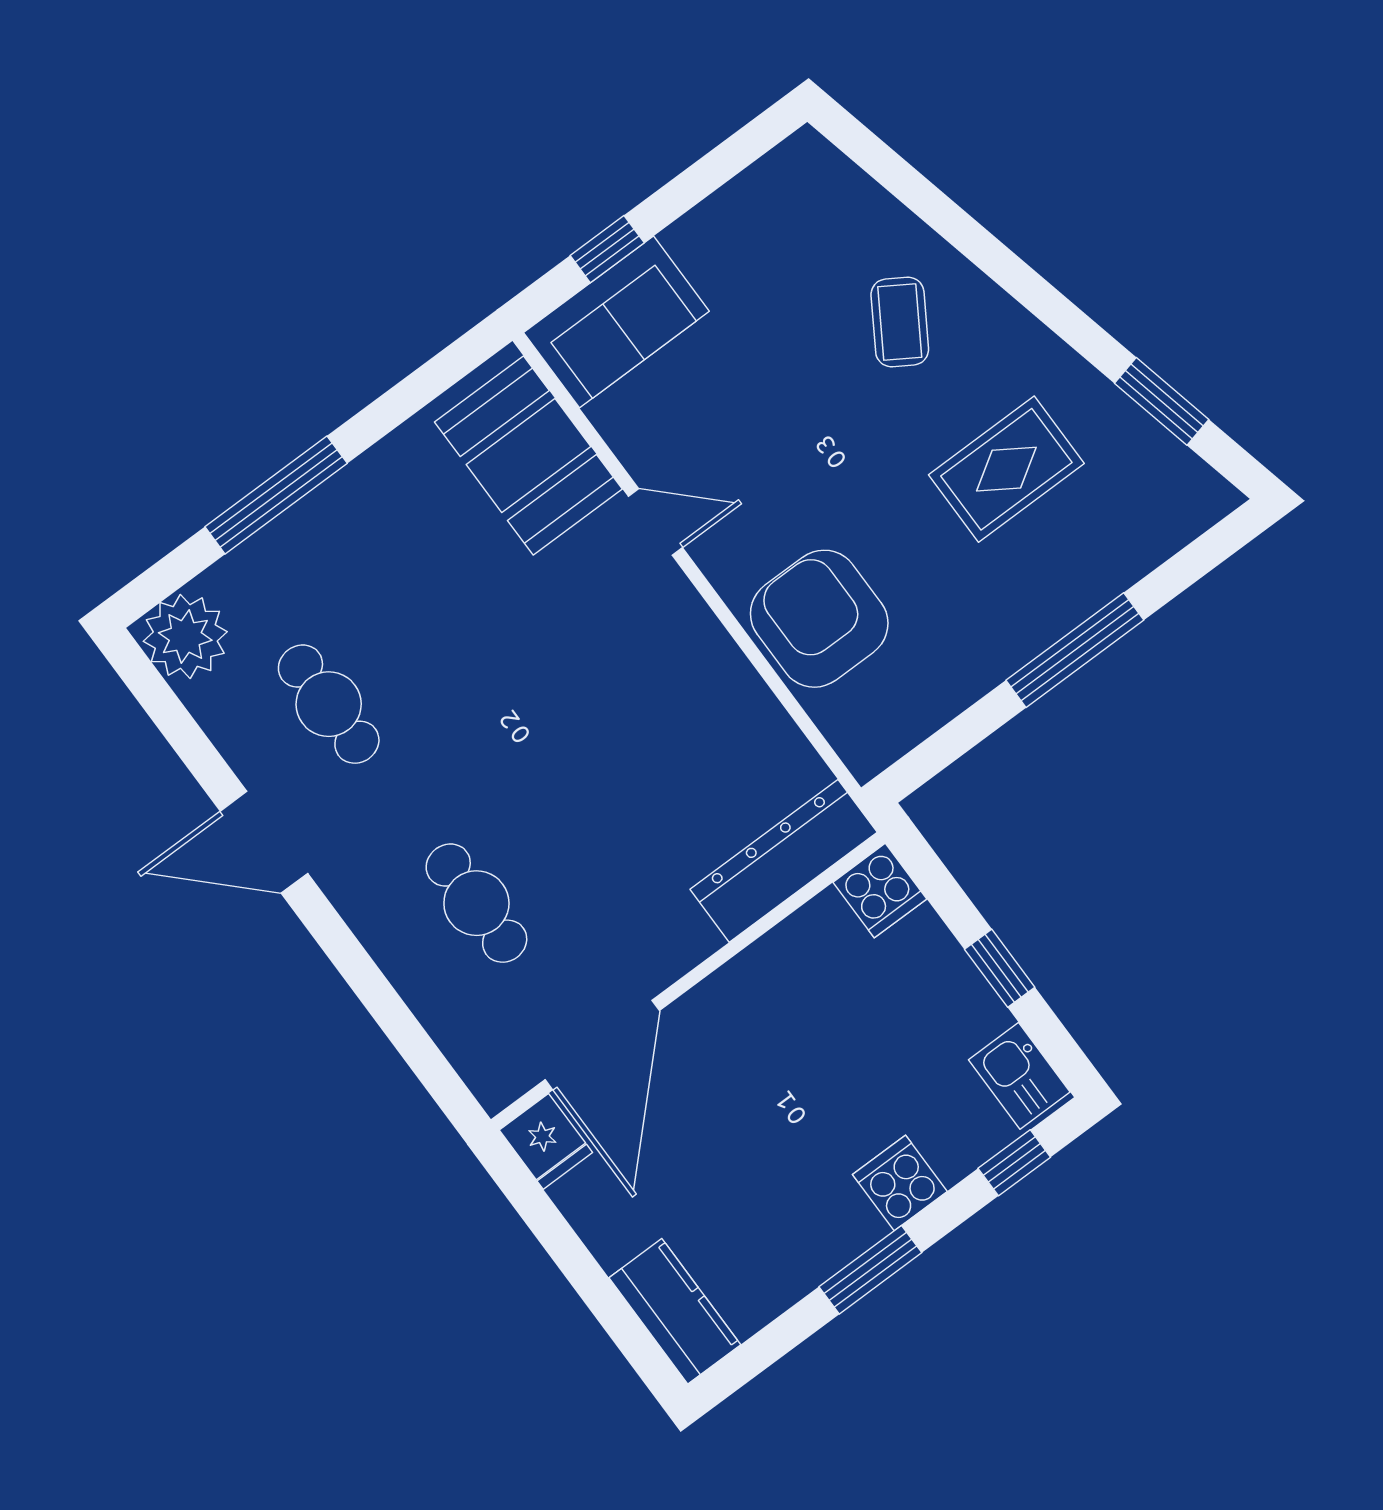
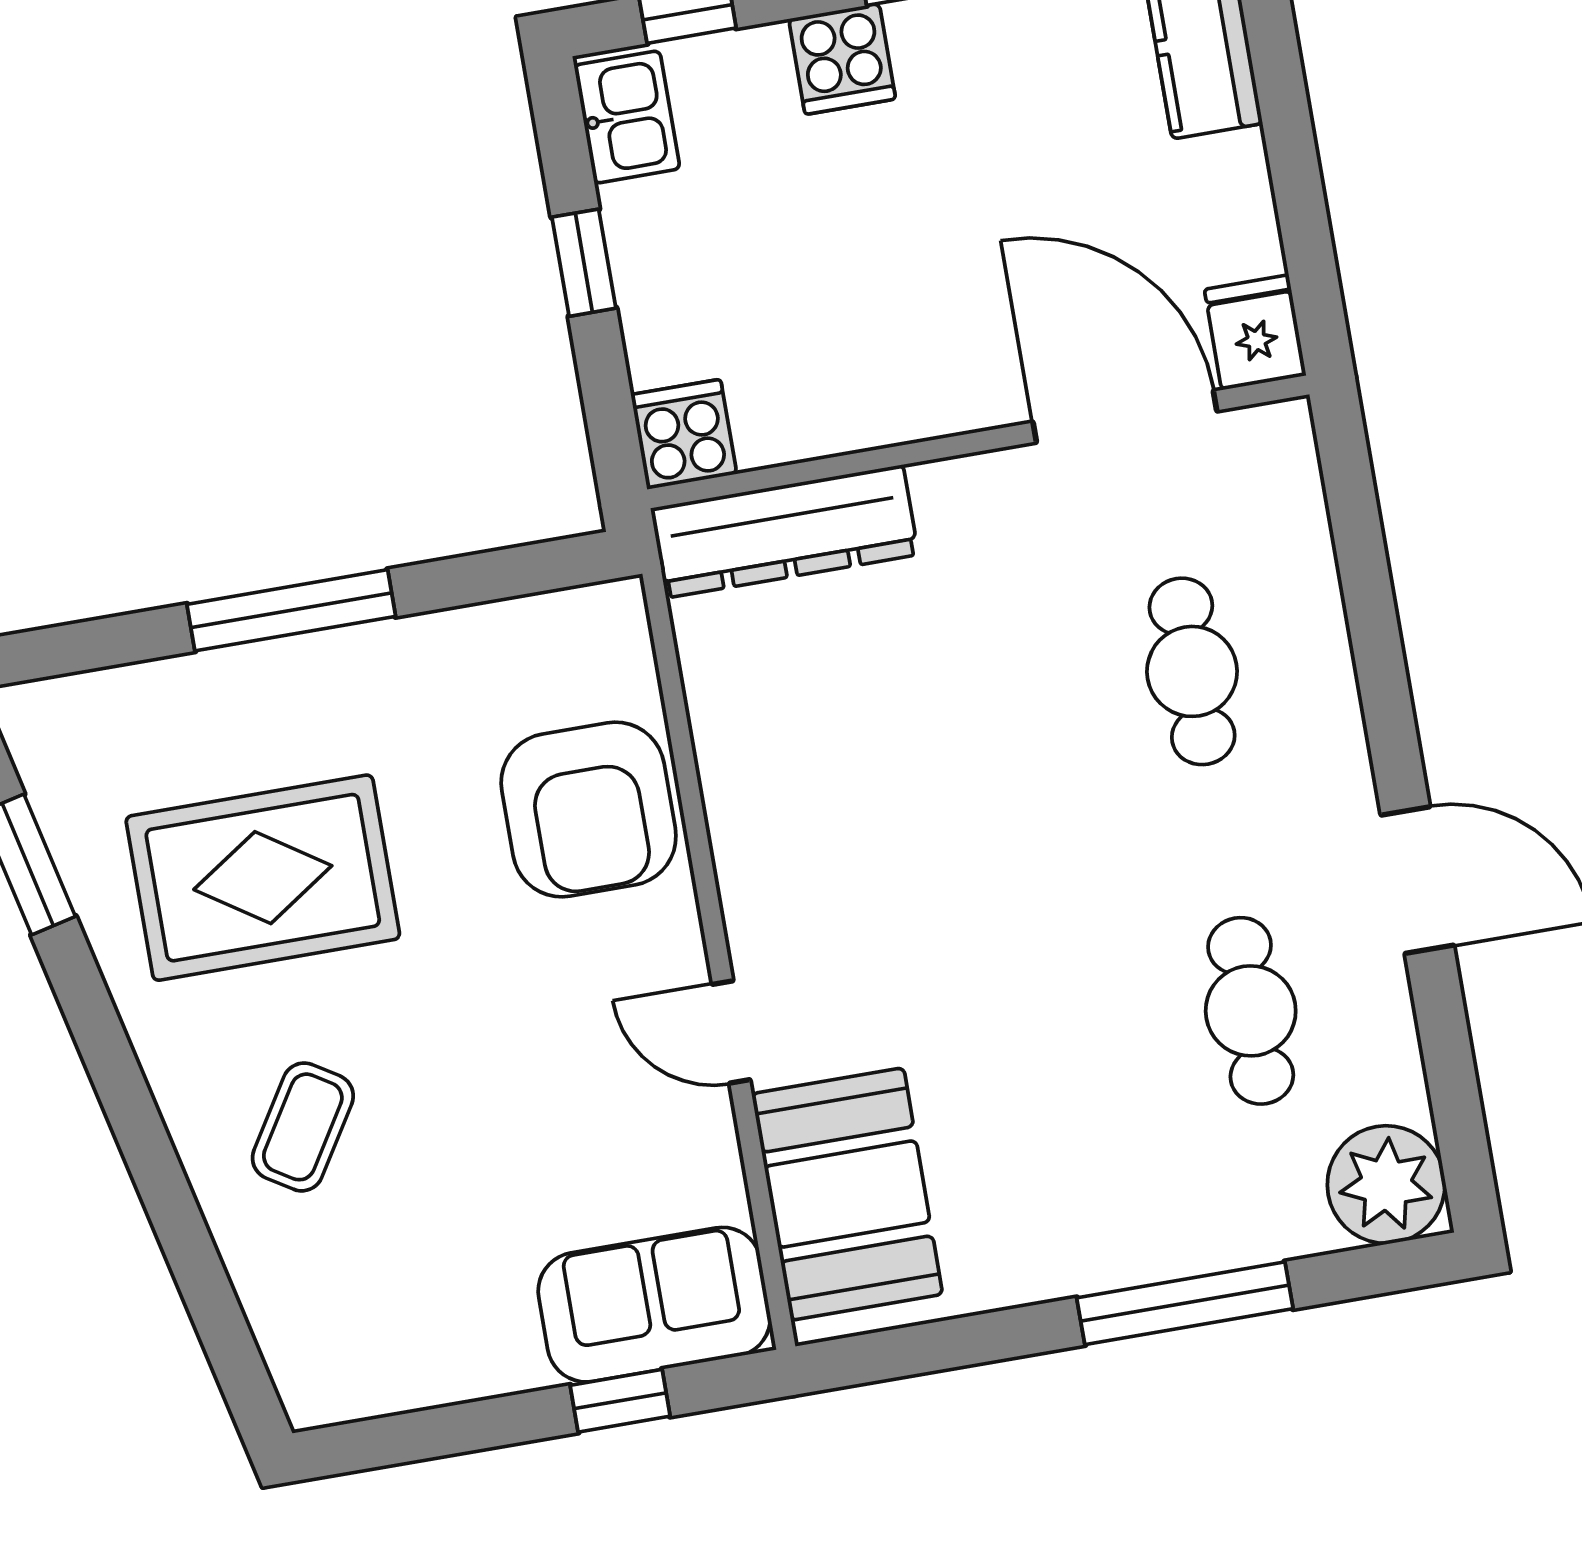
rug: (1006, 469) -> (263, 878), width x1.36, depth x1.43
door: (602, 1045) -> (1125, 417), hinge flipped

